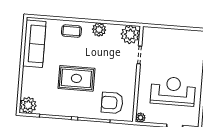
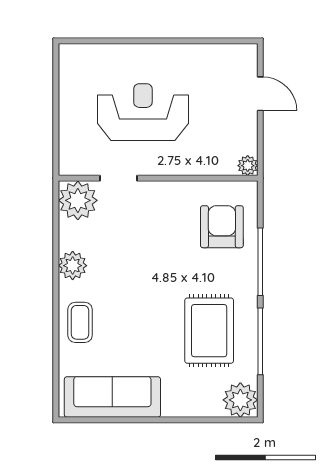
rug: (76, 78) -> (209, 331), moved
reception desk: (173, 91) -> (143, 112), moved, turned 90
armchair: (112, 103) -> (222, 227), turned 180

